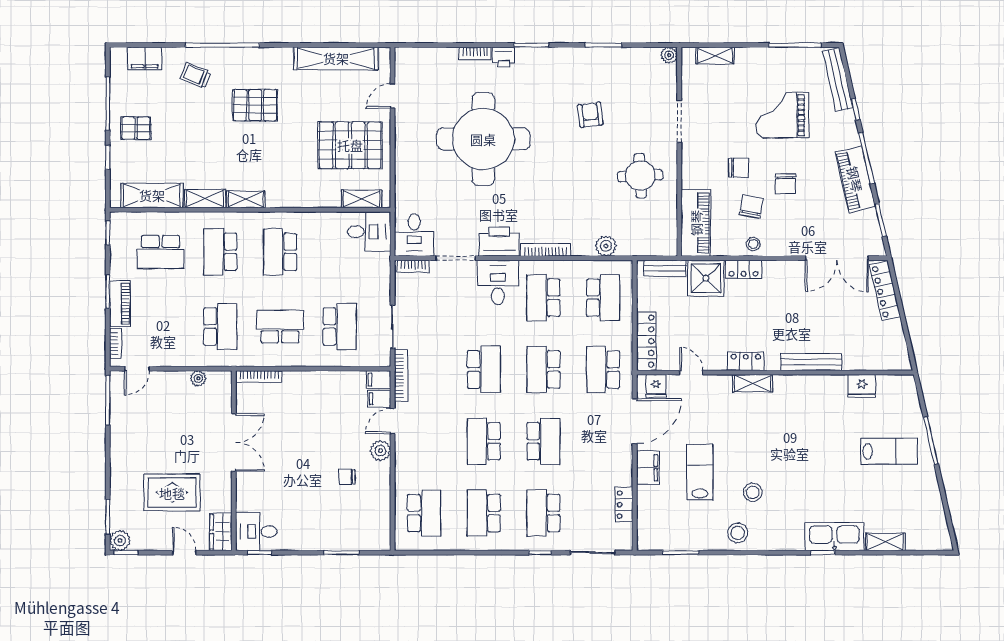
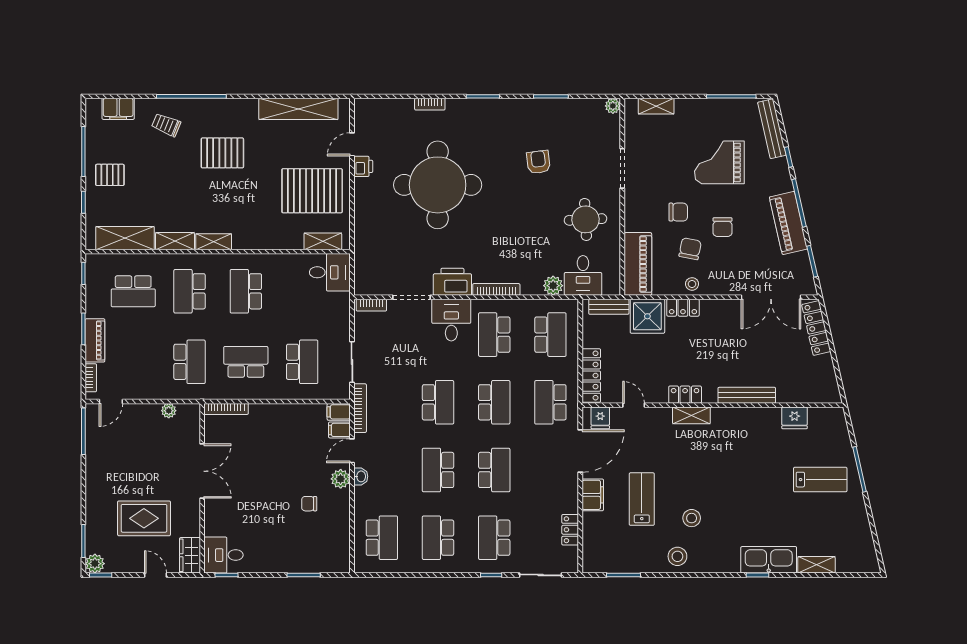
printer: (504, 57) -> (363, 166), moved, turned -90
desk: (414, 235) -> (583, 275), moved
school desk: (543, 369) -> (494, 402), turned 180
washbasin: (402, 448) -> (361, 476), added

